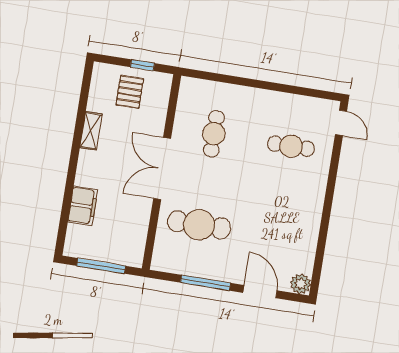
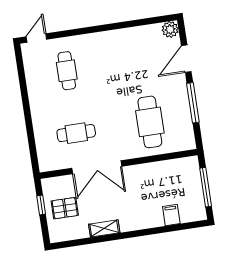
double door: (162, 169) -> (97, 167), moved
filing cabinet: (83, 206) -> (171, 215), width x0.50

